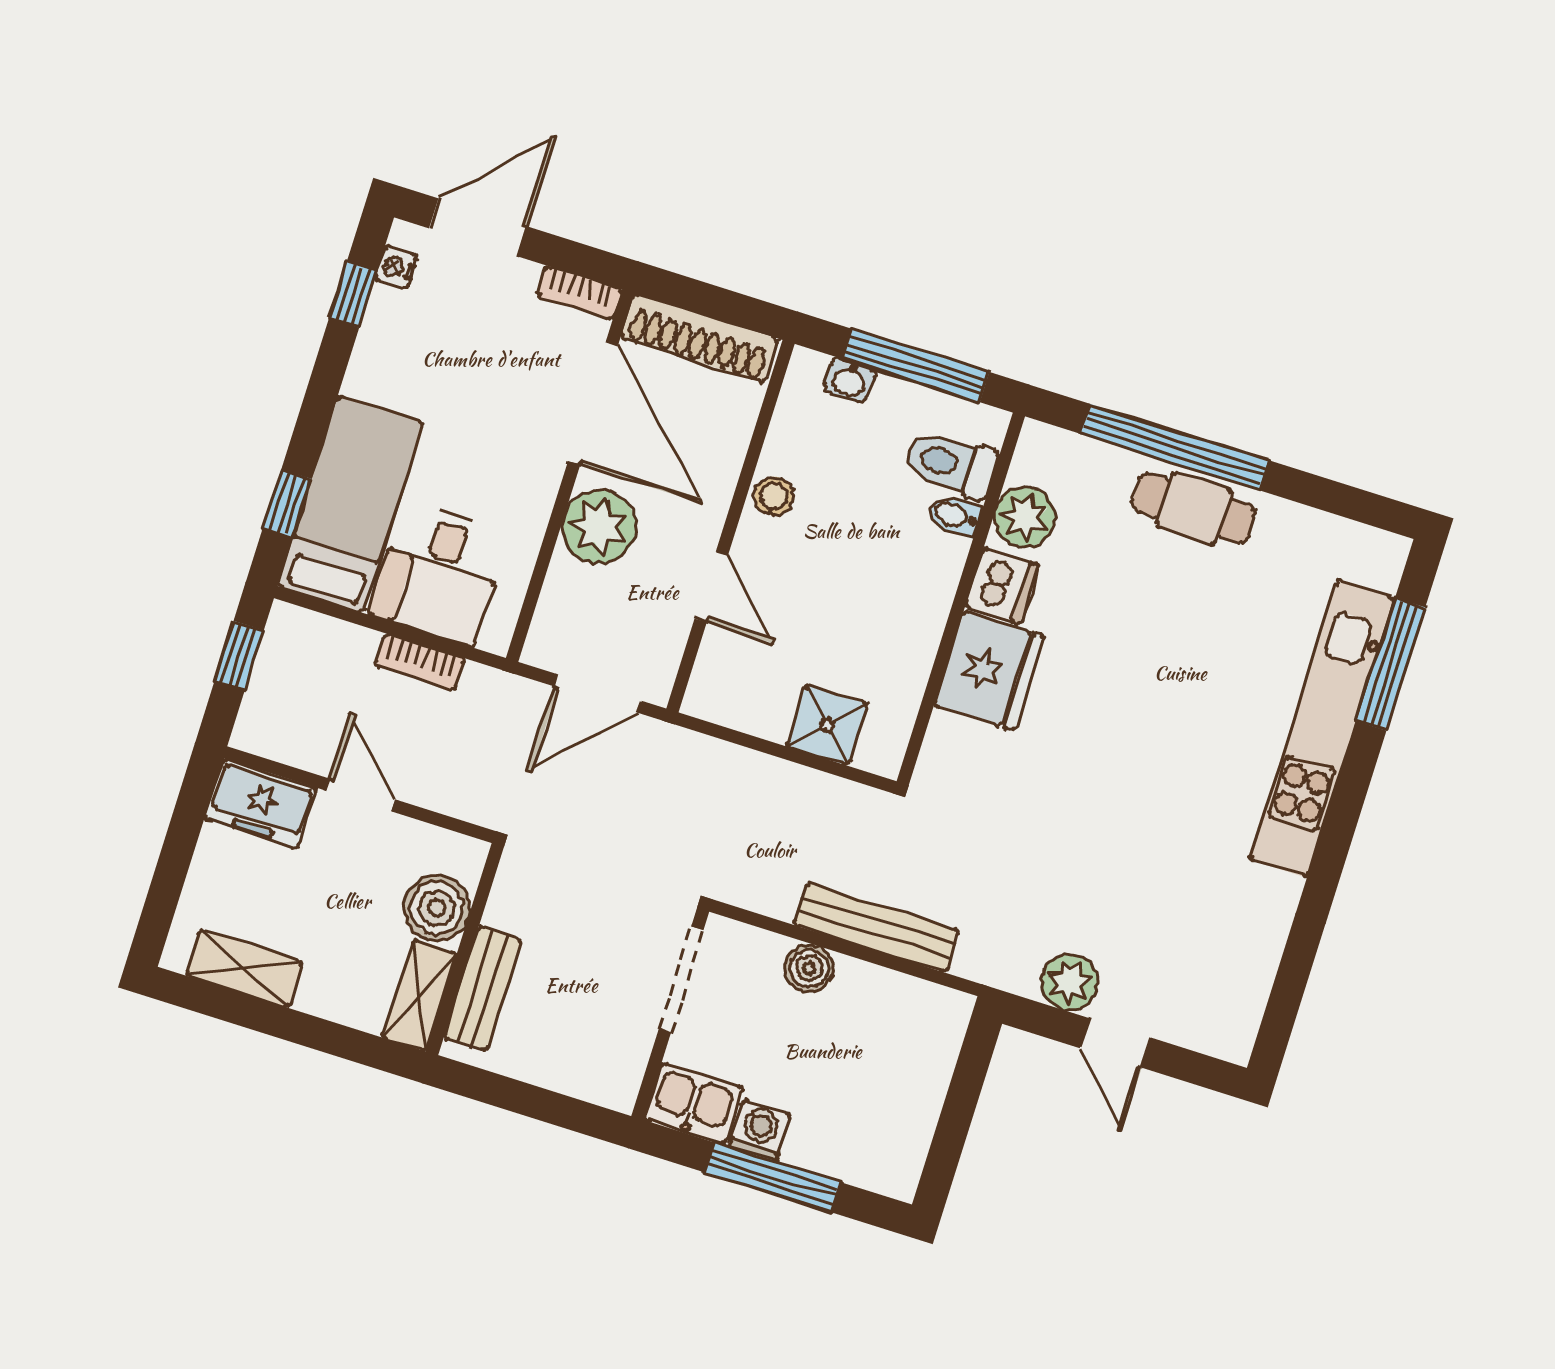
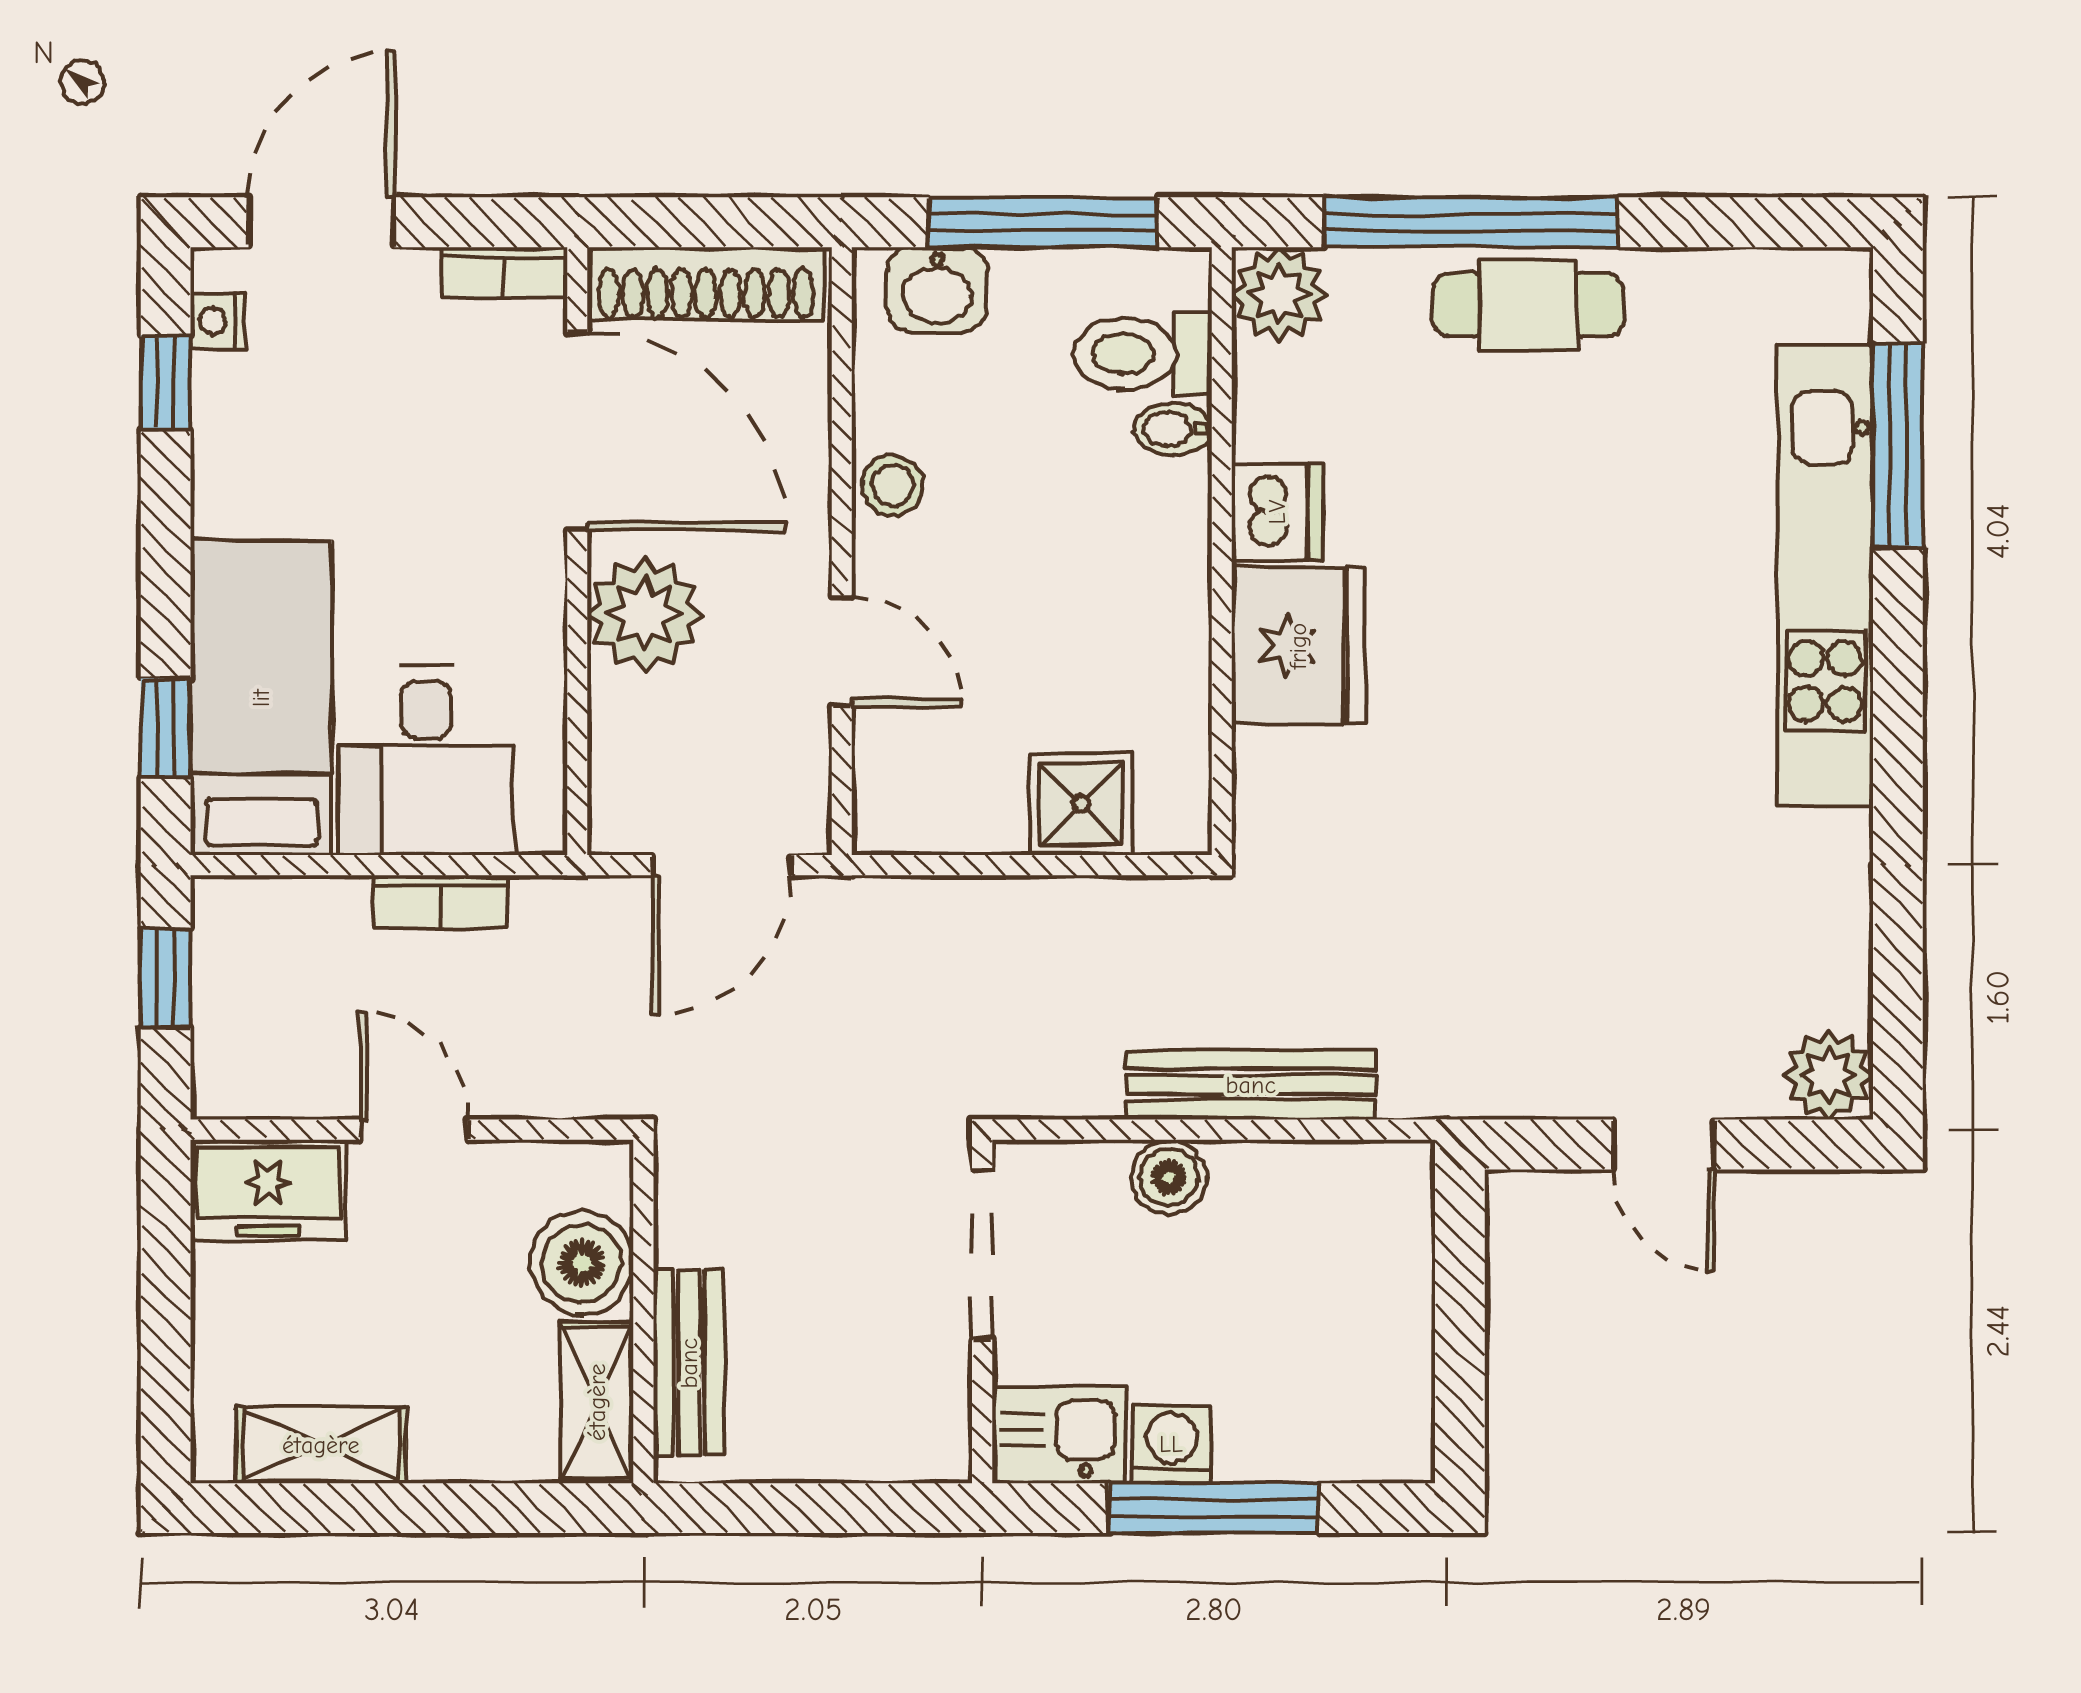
washbasin: (849, 380) -> (937, 289), width x1.38, depth x1.45
plant: (1025, 517) -> (1279, 294), moved
plant: (1069, 982) -> (1828, 1075), moved

